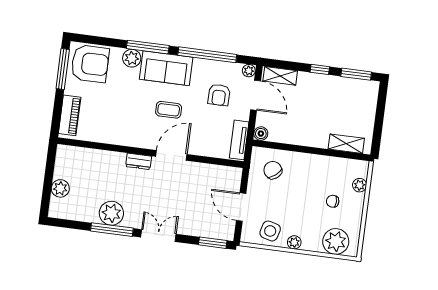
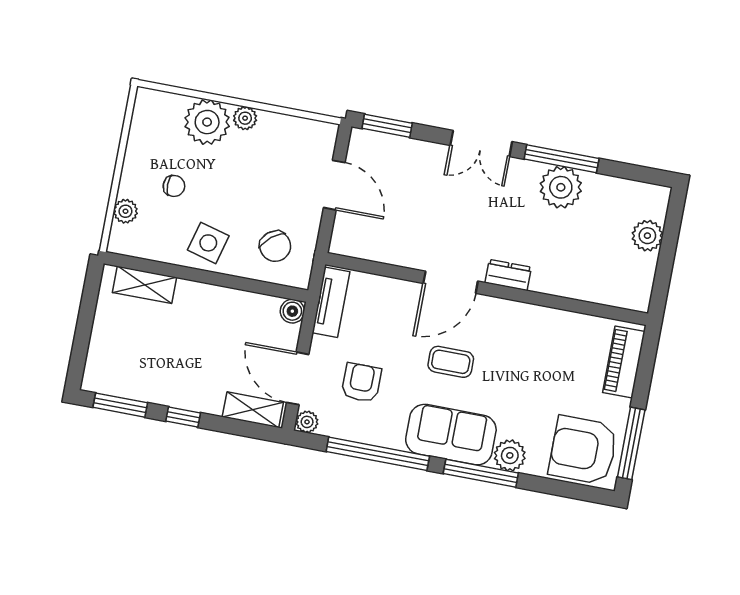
side table: (270, 231) -> (208, 243), moved
plant: (336, 241) -> (207, 122), moved

